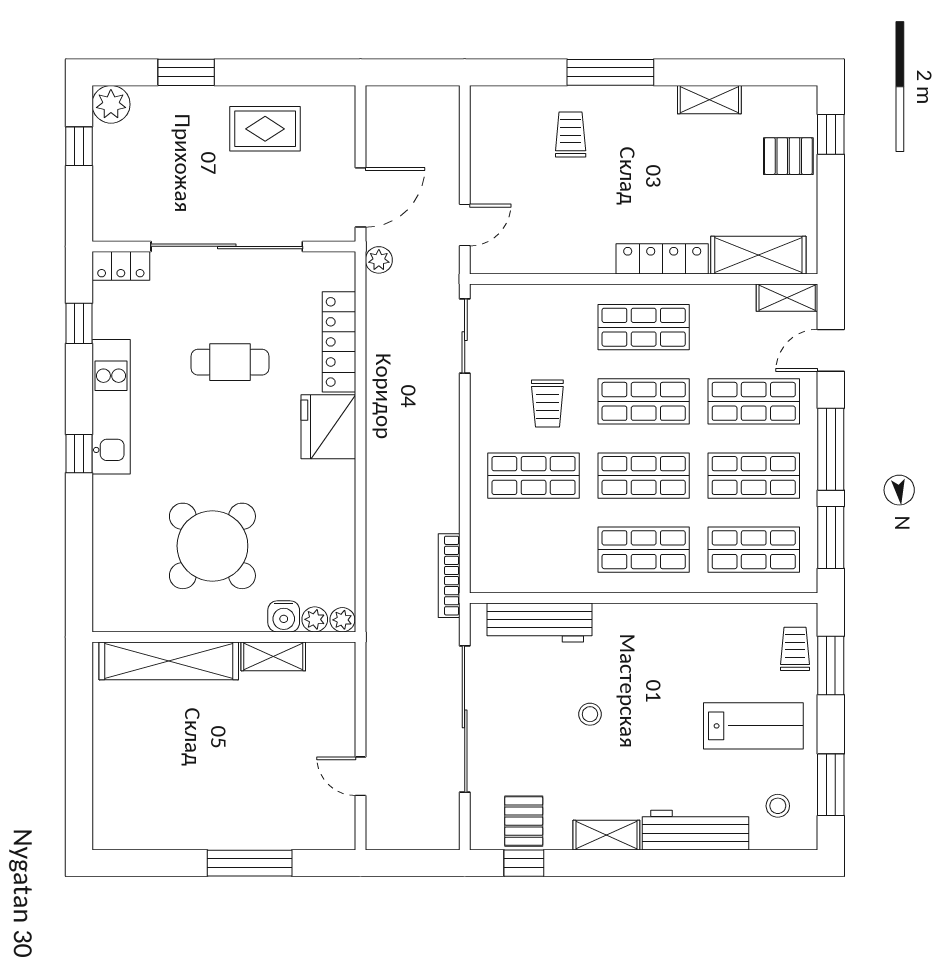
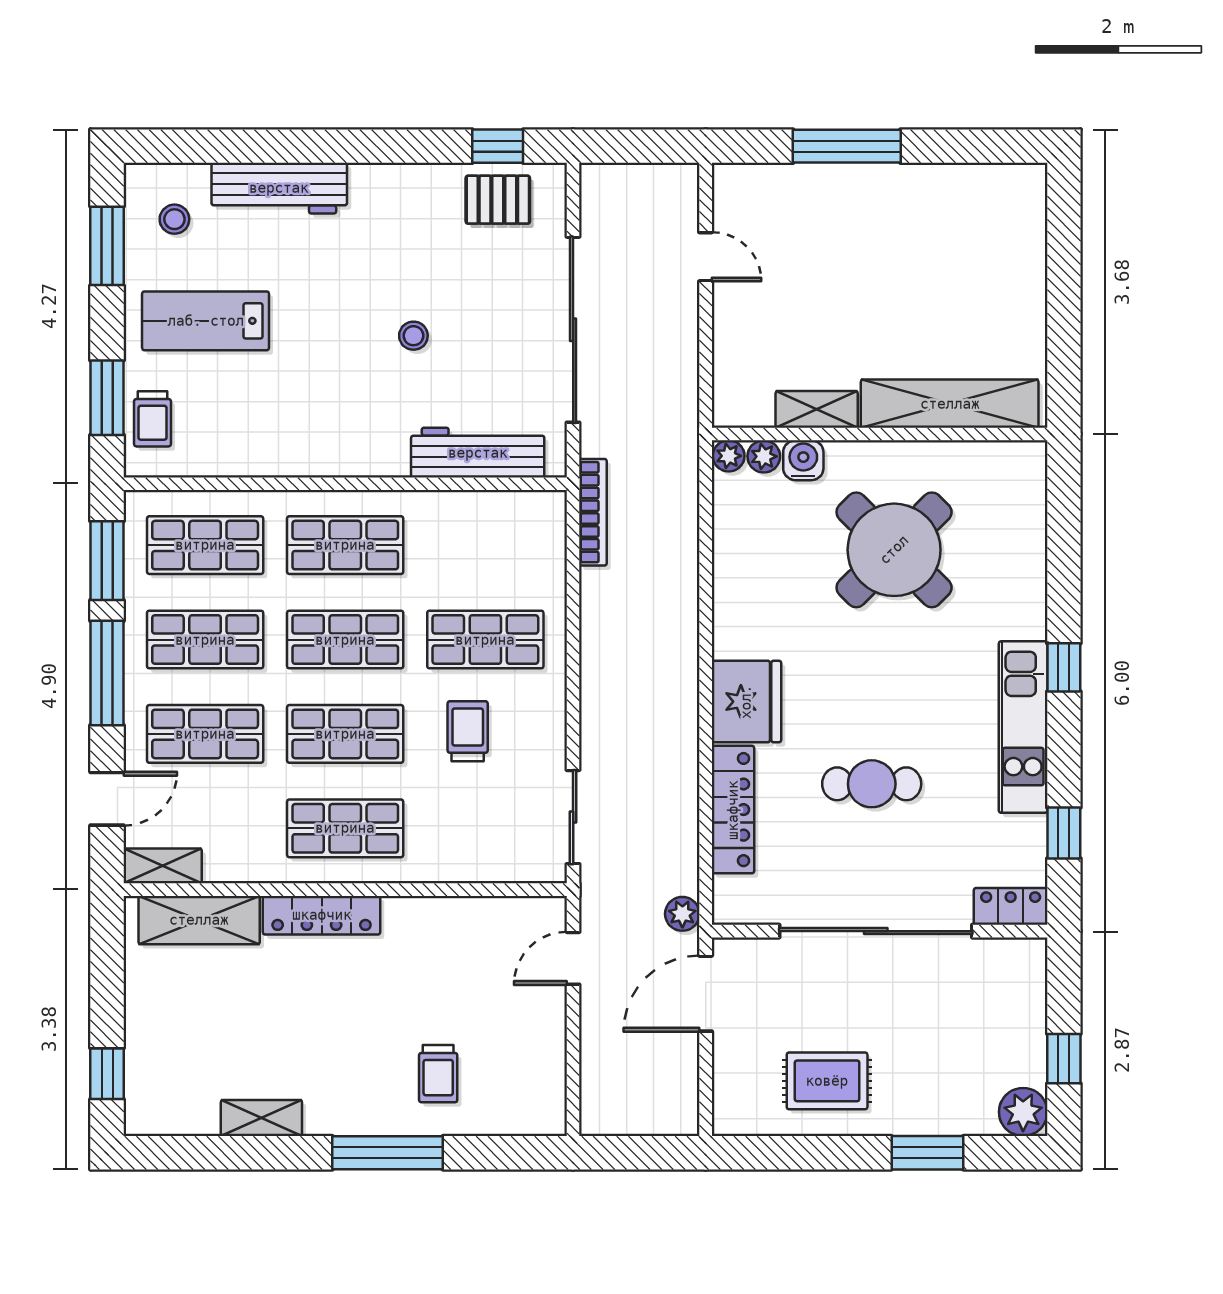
pallet: (788, 156) -> (161, 1046), removed
pallet: (524, 821) -> (498, 200), turned 90
shelving: (606, 835) -> (393, 182), removed

